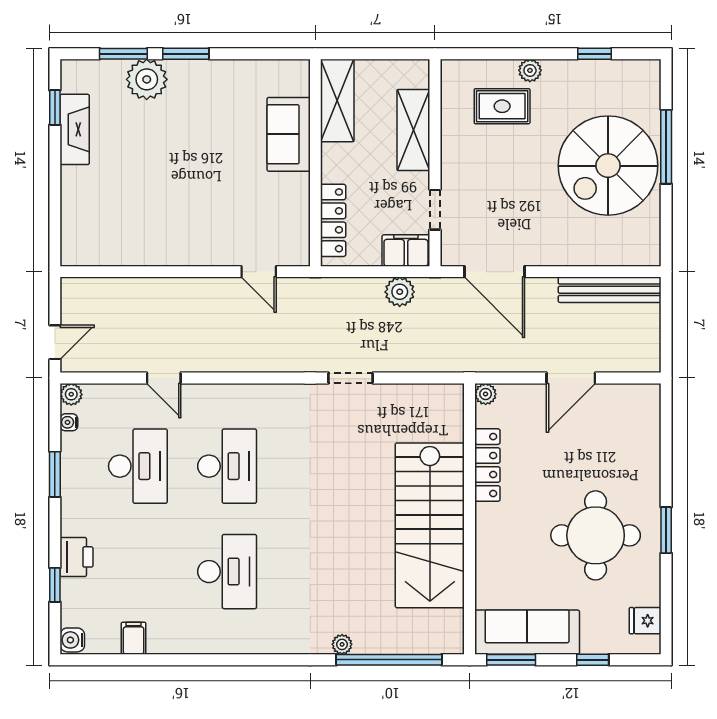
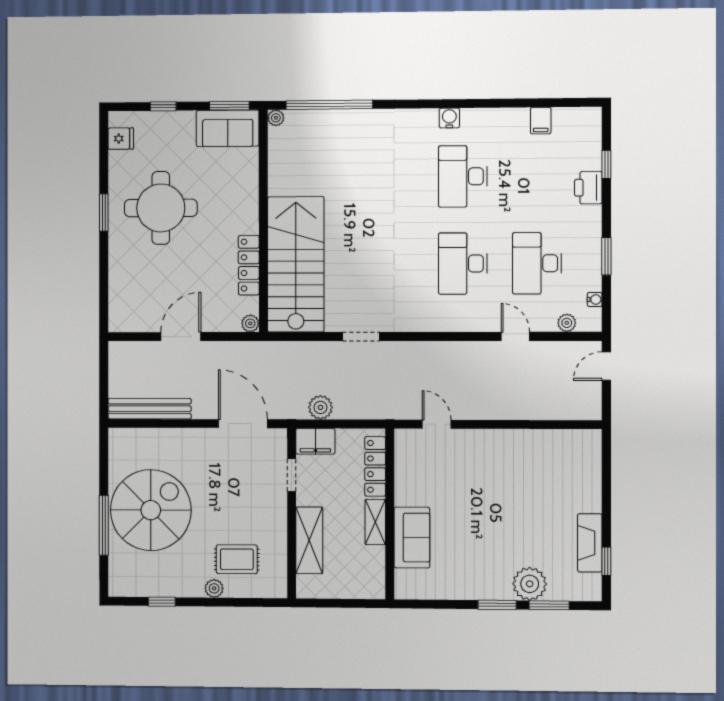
shelving: (337, 100) -> (375, 522), moved, width x0.67, depth x0.75
plant: (71, 394) -> (567, 323), moved
stairs: (430, 525) -> (296, 264), moved
sofa: (527, 632) -> (228, 128), width x0.73
water cooler: (72, 640) -> (449, 118), moved, turned -90
plant: (342, 644) -> (276, 118), moved

